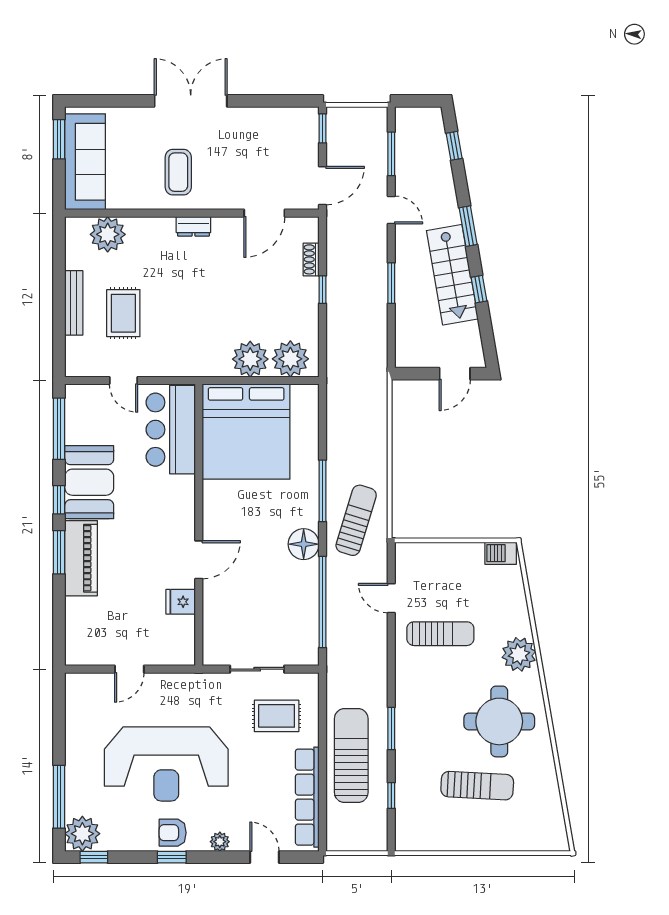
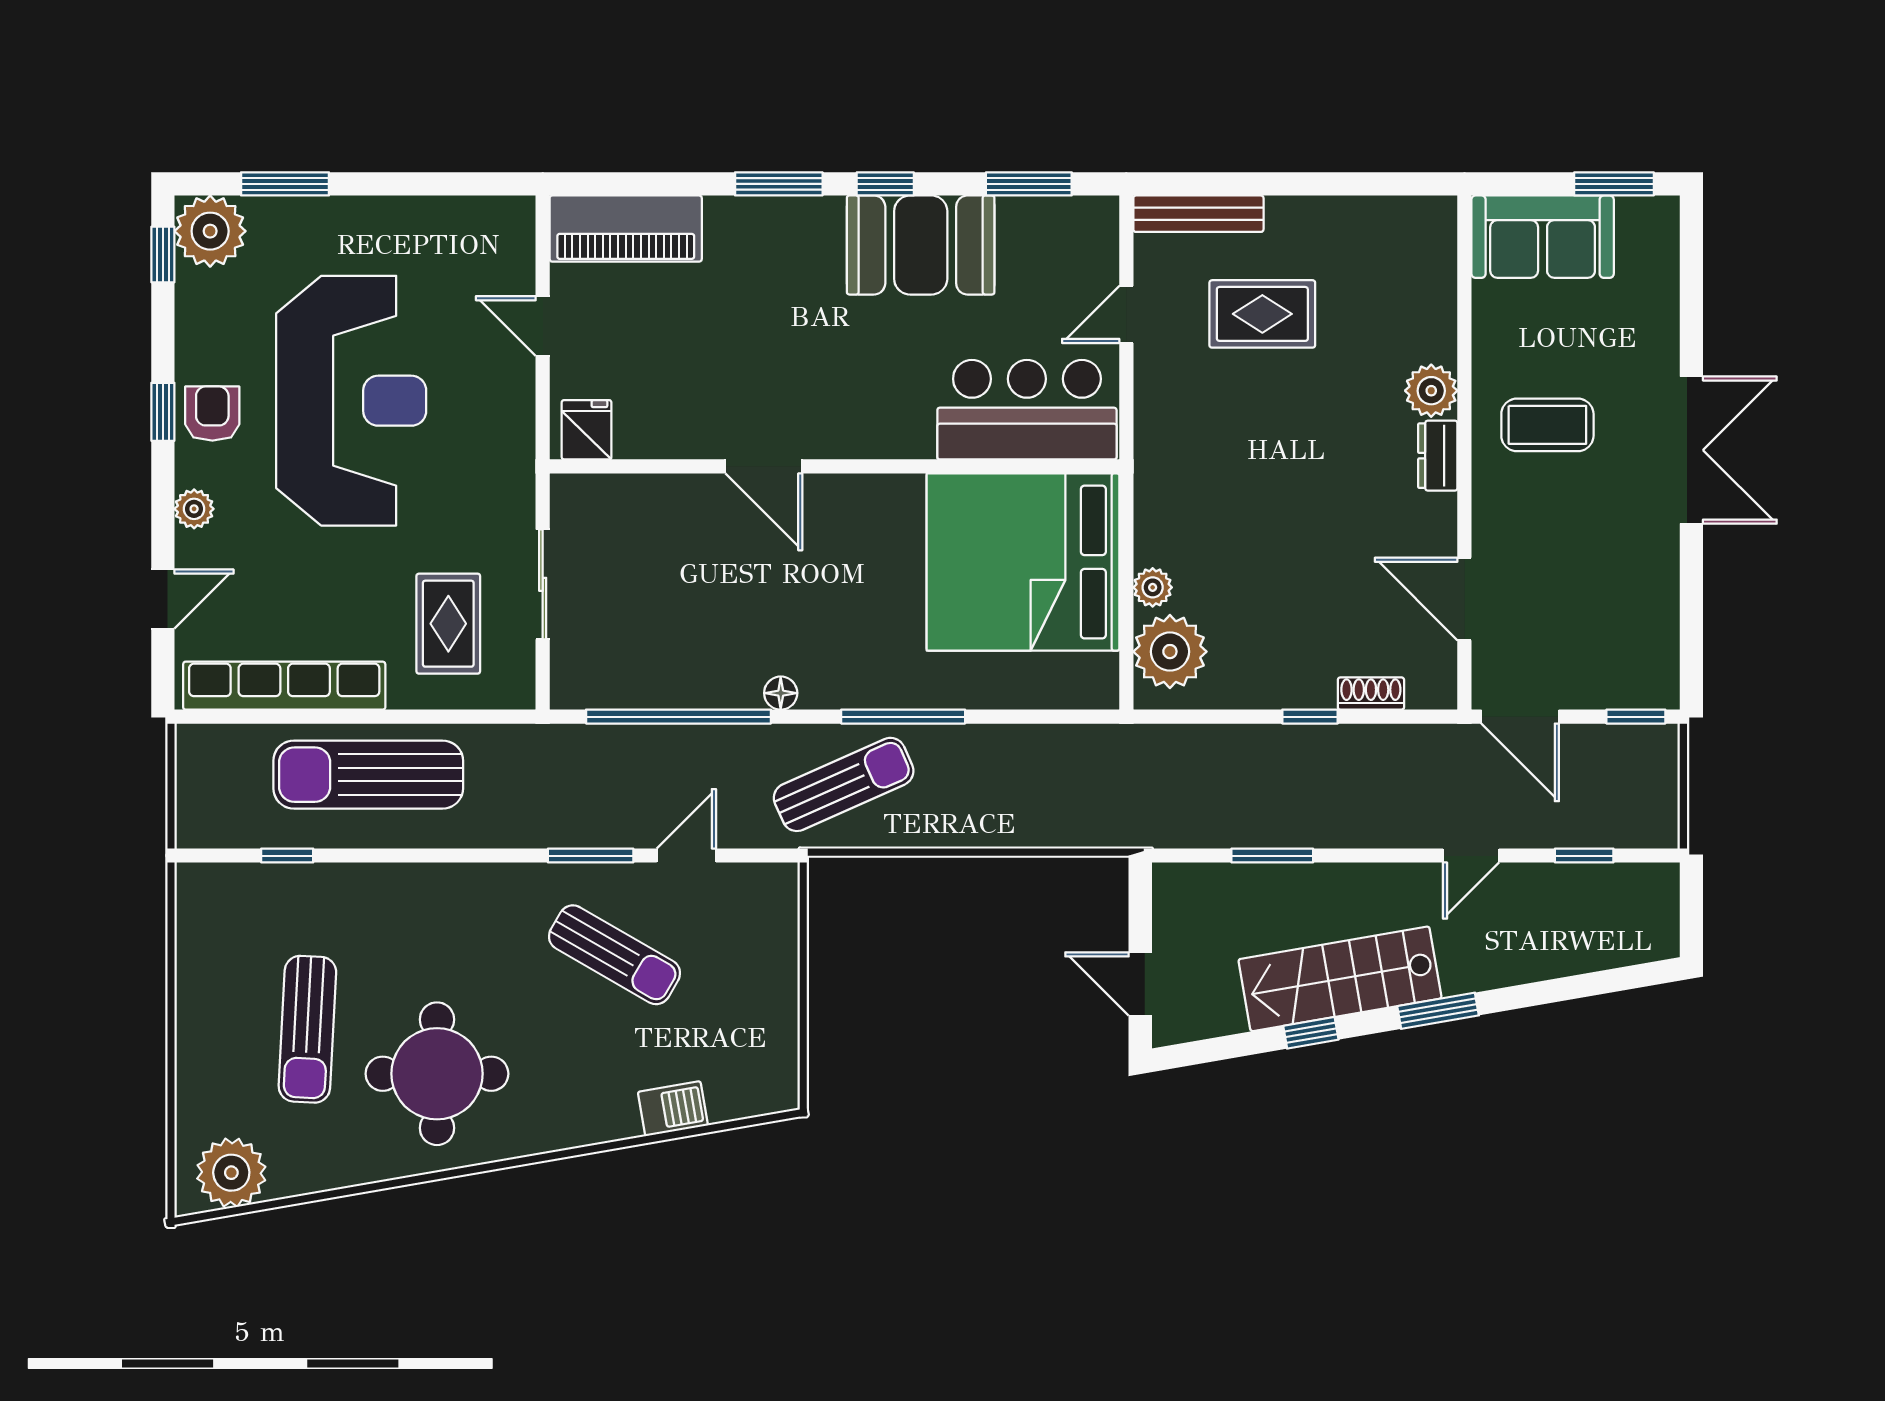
window: (454, 146) -> (1601, 983), removed
window: (391, 154) -> (1584, 856), width x0.67
sofa: (85, 162) -> (1543, 237), width x0.73
plant: (108, 234) -> (1431, 391), moved, width x0.73, depth x0.73
window: (391, 283) -> (1272, 856), moved
bench: (74, 303) -> (1198, 214), moved
plant: (250, 359) -> (1153, 587), width x0.53, depth x0.53
window: (59, 429) -> (1029, 184), width x0.69
sun lounger: (356, 520) -> (844, 784), turned -41
floor lamp: (304, 544) -> (781, 693), width x0.53, depth x0.53
barbecue: (501, 553) -> (673, 1109), moved, turned 80
piano: (81, 558) -> (626, 229), moved
fridge: (181, 602) -> (587, 430), moved
sun lounger: (440, 634) -> (614, 955), turned -60
plant: (519, 654) -> (231, 1173), moved
window: (391, 729) -> (591, 856), moved
sun lounger: (351, 756) -> (368, 775), turned 180
reception desk: (166, 764) -> (351, 401), turned 180
window: (59, 797) -> (285, 184), width x0.69

